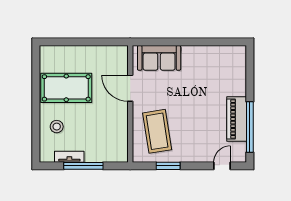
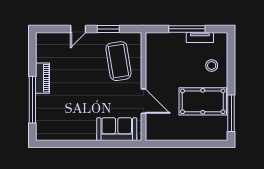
window: (36, 75) -> (231, 113), added
piano: (237, 119) -> (43, 78), width x0.73, depth x0.75
window: (250, 127) -> (32, 100), moved
door: (222, 166) -> (78, 29), moved

